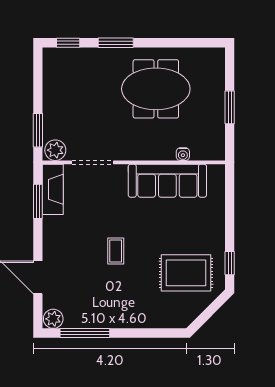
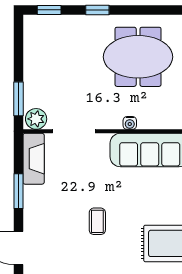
window: (116, 43) -> (97, 10), width x0.67
water cooler: (183, 154) -> (130, 123), moved
window: (38, 201) -> (18, 191), moved

